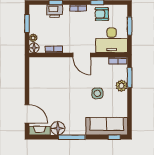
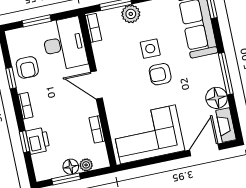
floor lamp: (34, 48) -> (71, 167), moved
door: (82, 55) -> (96, 85), swing flipped
corner sofa: (44, 81) -> (148, 134), added
armchair: (80, 96) -> (160, 74), added

